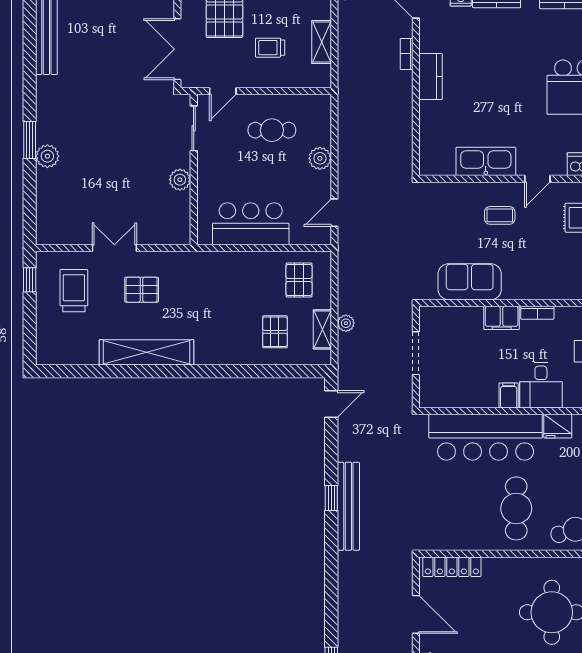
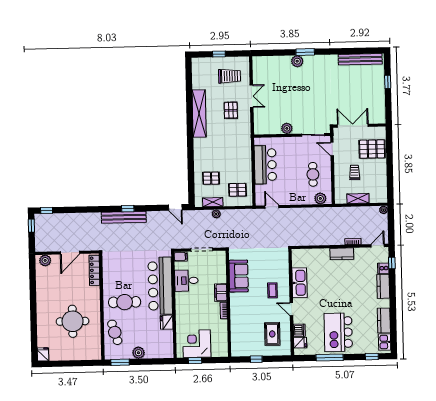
plant: (320, 158) -> (320, 198), moved
window: (30, 280) -> (219, 54), moved
desk: (541, 385) -> (186, 281), moved
filing cabinet: (509, 395) -> (181, 256), moved

